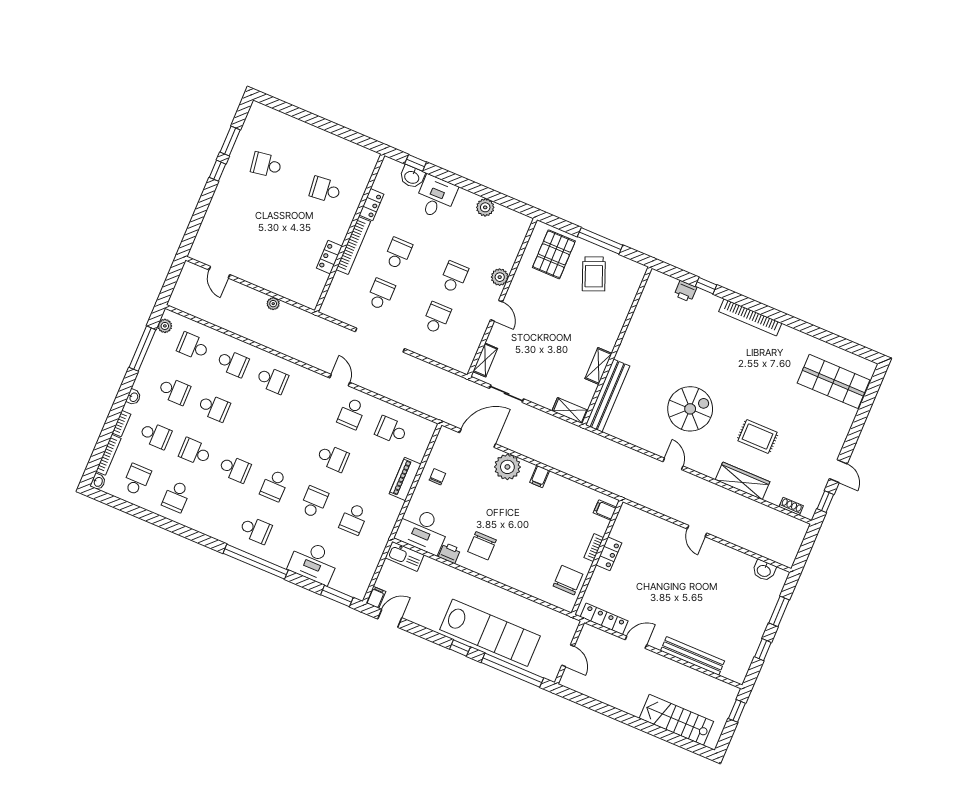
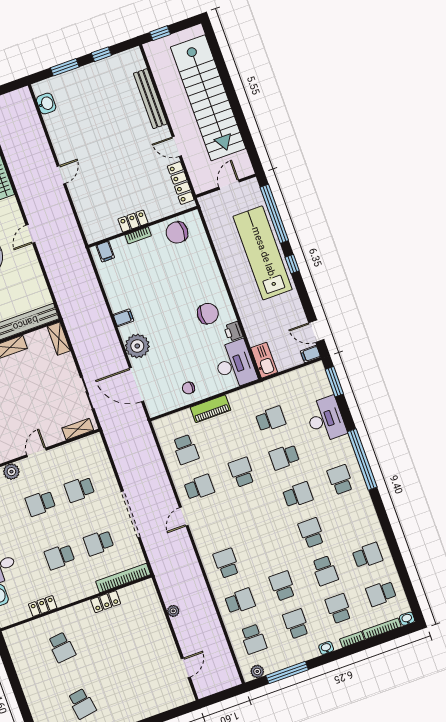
bookcase: (353, 245) -> (123, 578), moved
school desk: (233, 363) -> (240, 601), turned 90
stairs: (676, 720) -> (208, 98), width x1.86, depth x1.51

